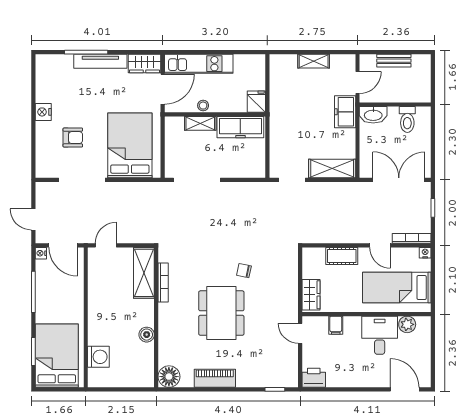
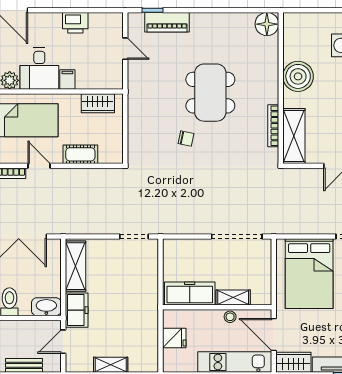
door: (163, 89) -> (274, 334), hinge flipped
fridge: (256, 102) -> (174, 338), moved, turned -90
shelving: (332, 168) -> (75, 266), moved, turned 90
wardrobe: (311, 295) -> (98, 103), moved, turned -90
filing cabinet: (336, 325) -> (67, 79), moved
door: (300, 333) -> (125, 49), moved
boiler: (147, 335) -> (298, 76), width x1.86, depth x1.86
piano: (215, 378) -> (167, 22), moved
printer: (314, 378) -> (75, 23), moved

